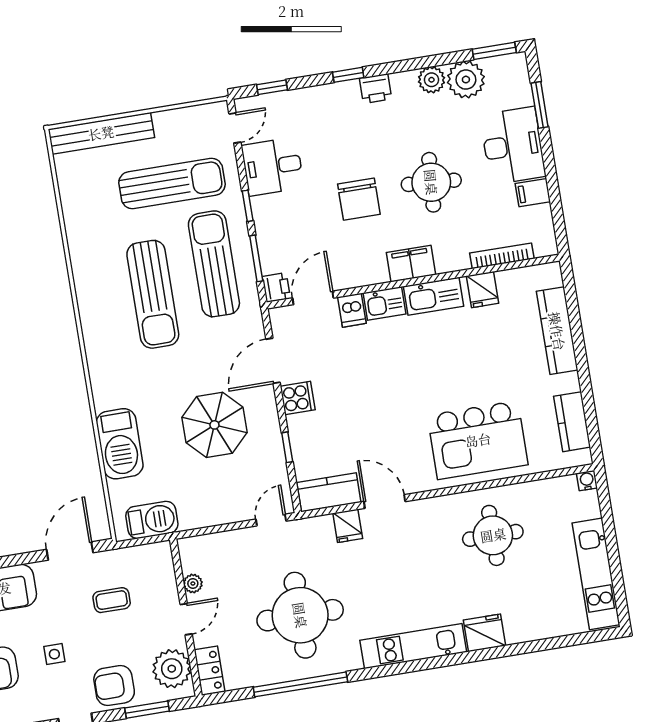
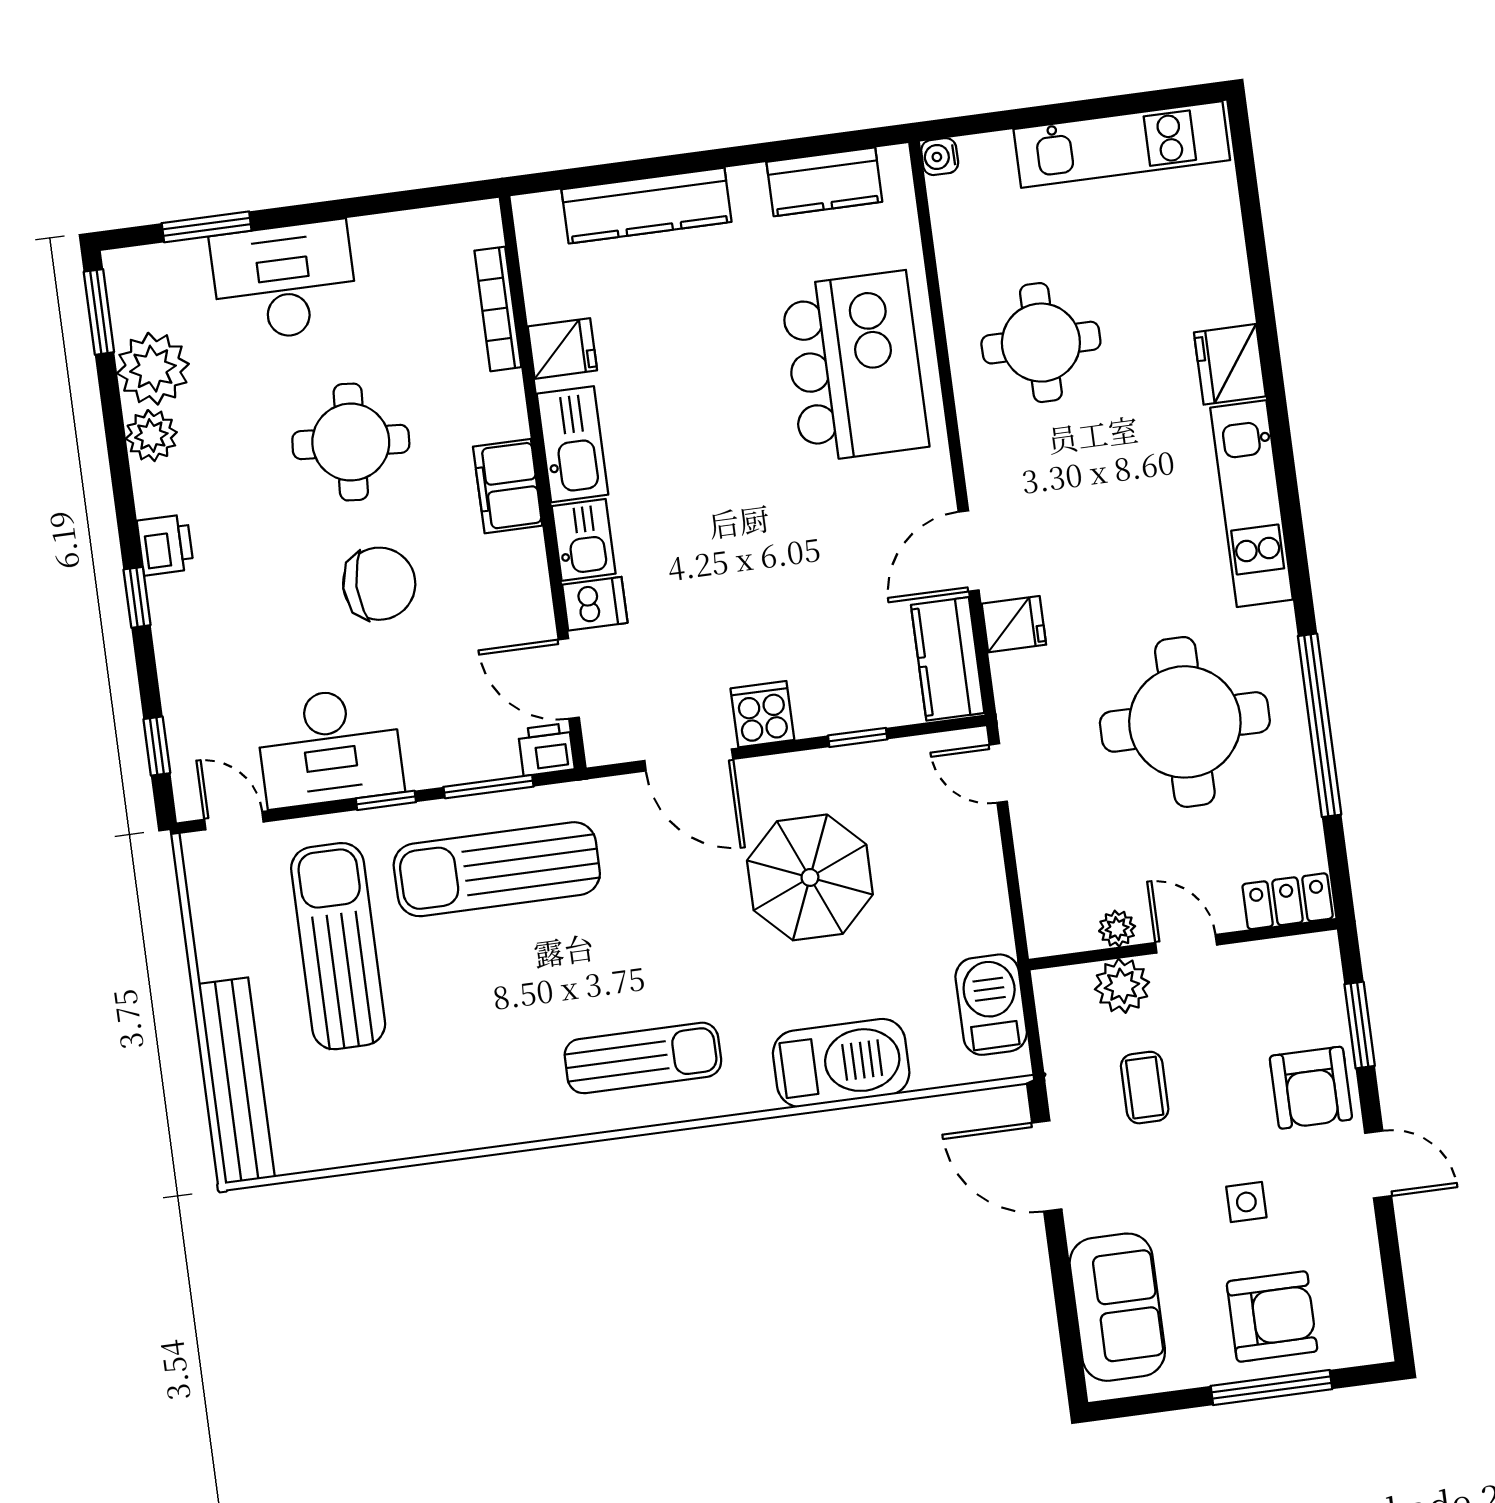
desk: (273, 166) -> (329, 747), width x1.37
filing cabinet: (533, 193) -> (377, 245), removed
sun lounger: (153, 294) -> (643, 1058), moved, width x0.73, depth x0.75
plant: (172, 669) -> (1122, 986), moved, width x0.73, depth x0.73

